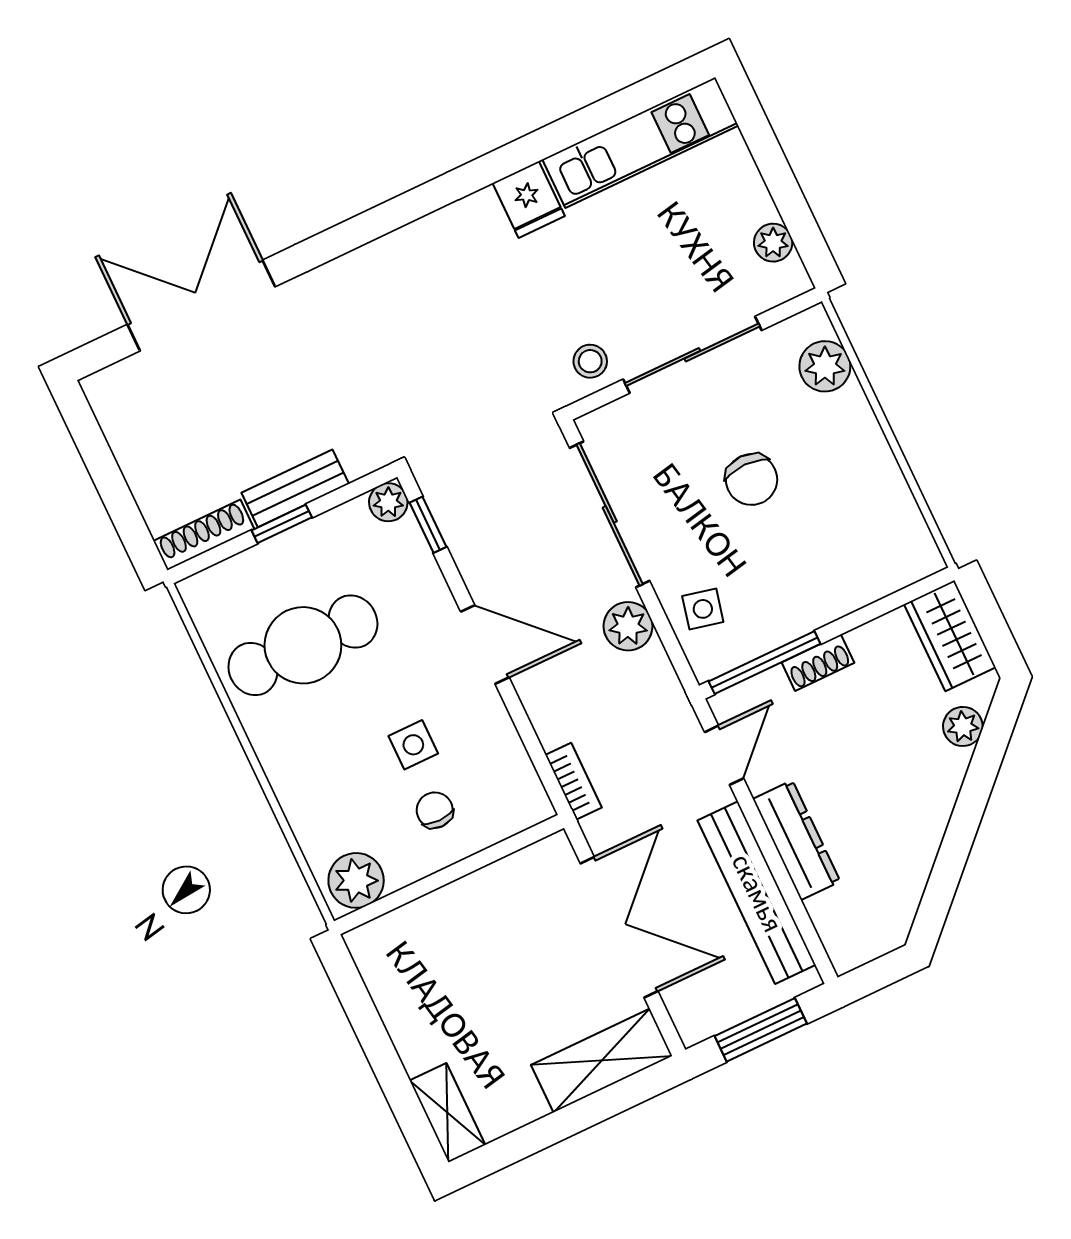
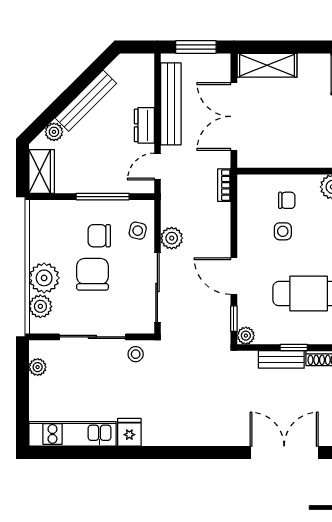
double door: (201, 305) -> (284, 453), swing flipped
plant: (844, 426) -> (44, 278), added
chair: (752, 479) -> (93, 274), width x1.37, depth x1.37
chair: (775, 562) -> (99, 236), added
door: (485, 644) -> (234, 276), moved
window: (765, 663) -> (103, 197), moved
shoe rack: (818, 663) -> (101, 186), removed
chair: (435, 810) -> (287, 200), turned -90
bench: (929, 819) -> (86, 101), added
dresser: (796, 840) -> (144, 125), width x0.70

